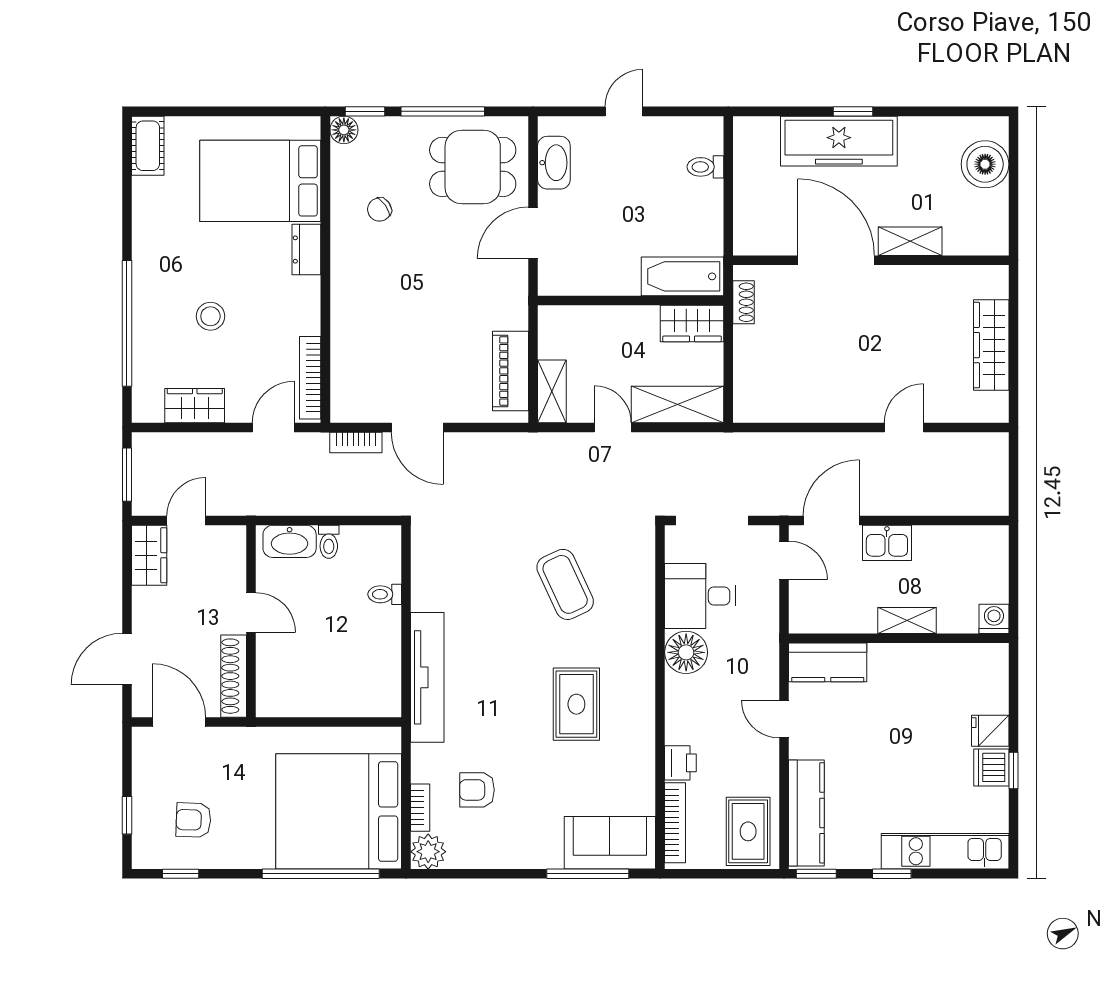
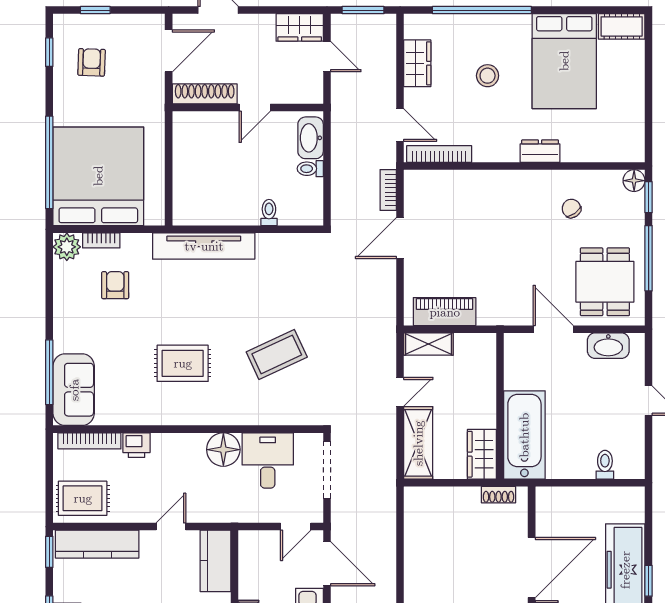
bed: (260, 181) -> (564, 61), moved, turned 180
bathtub: (682, 276) -> (524, 435), width x1.36, depth x1.36

